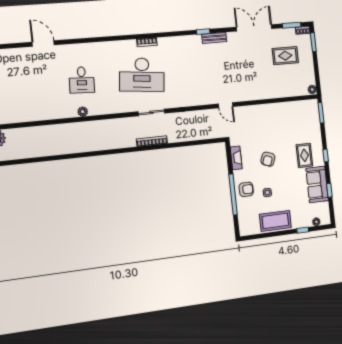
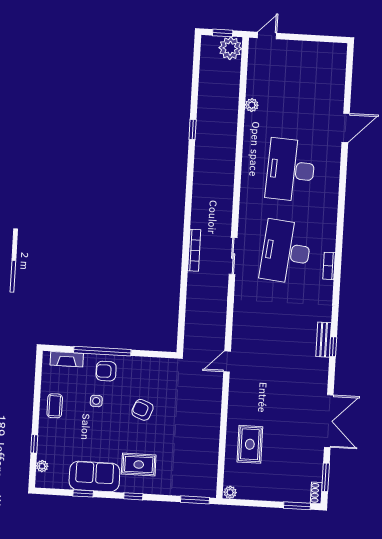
bench: (214, 38) -> (324, 340), moved
rug: (285, 56) -> (250, 444), moved
desk: (82, 80) -> (291, 170), width x1.87, depth x1.30
plant: (83, 112) -> (252, 105), moved
window: (64, 157) -> (193, 129), added
fireplace: (236, 158) -> (67, 359), moved
armchair: (246, 189) -> (106, 371), turned 90
coffee table: (275, 221) -> (55, 406), width x0.54, depth x0.58

